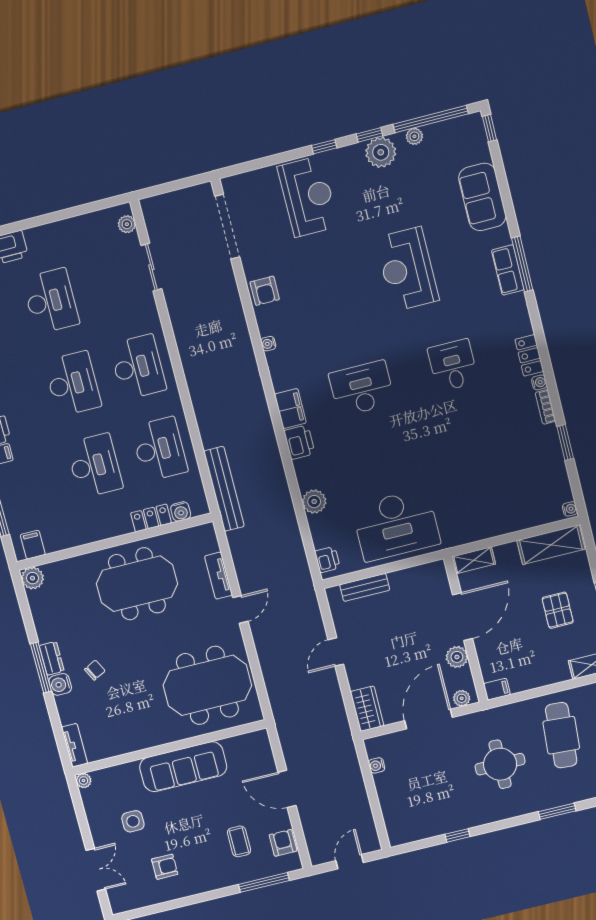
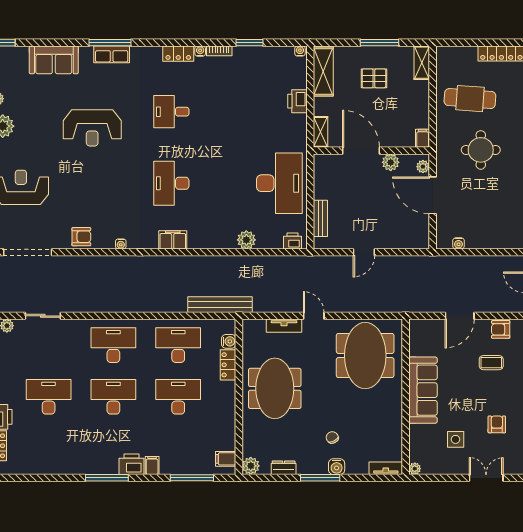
printer: (299, 442) -> (298, 101), moved, turned -90
door: (336, 652) -> (364, 252), hinge flipped
dresser: (52, 658) -> (284, 468), moved
wardrobe: (367, 709) -> (413, 240), removed

